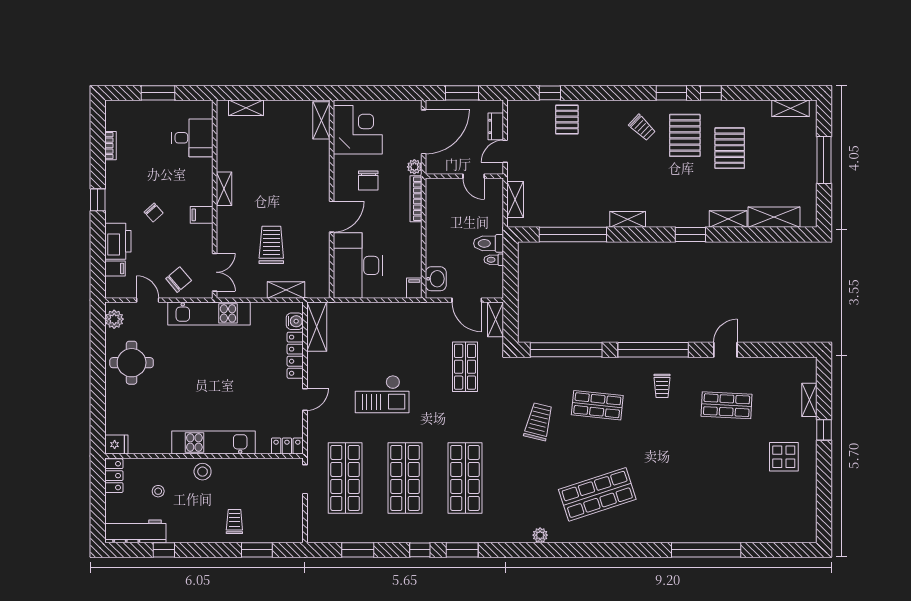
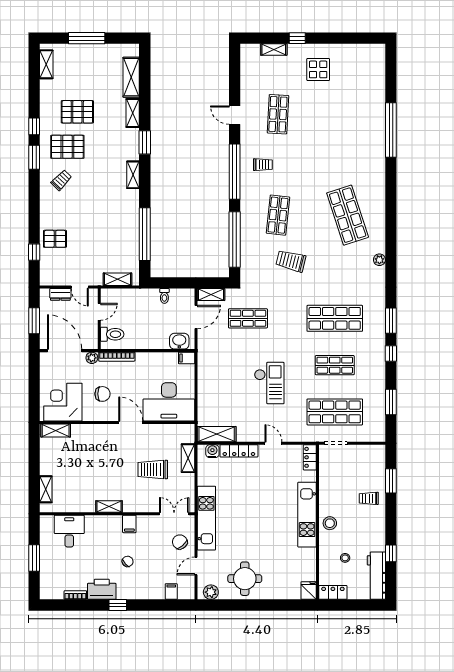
shelving: (628, 219) -> (133, 175), moved
printer: (118, 241) -> (102, 589), moved
toilet: (488, 243) -> (112, 334), moved, turned -90
shop shelf: (405, 478) -> (335, 365), width x0.70, depth x0.74

